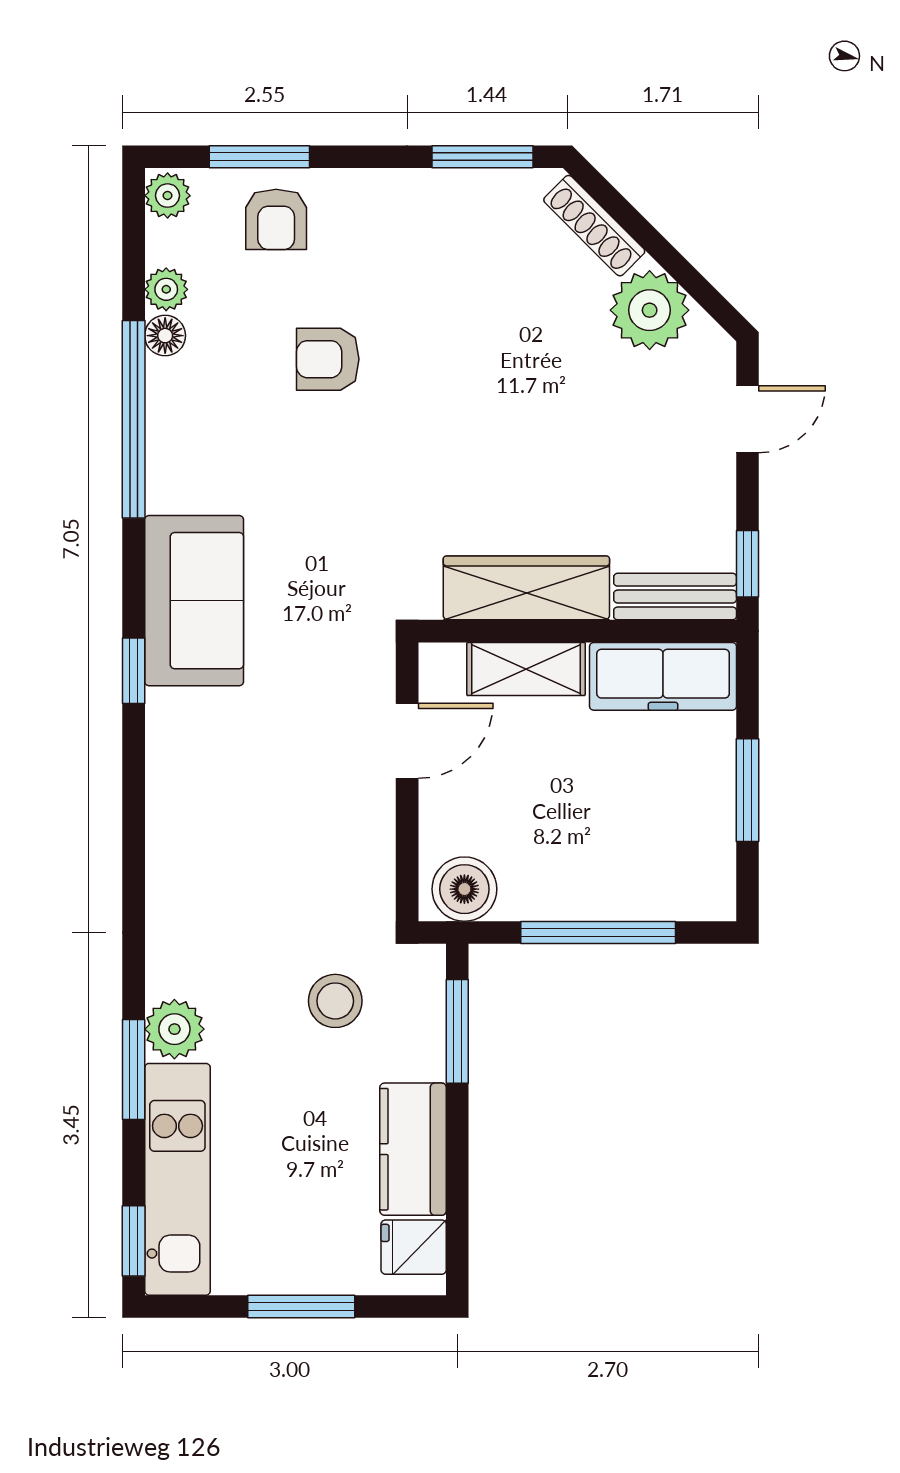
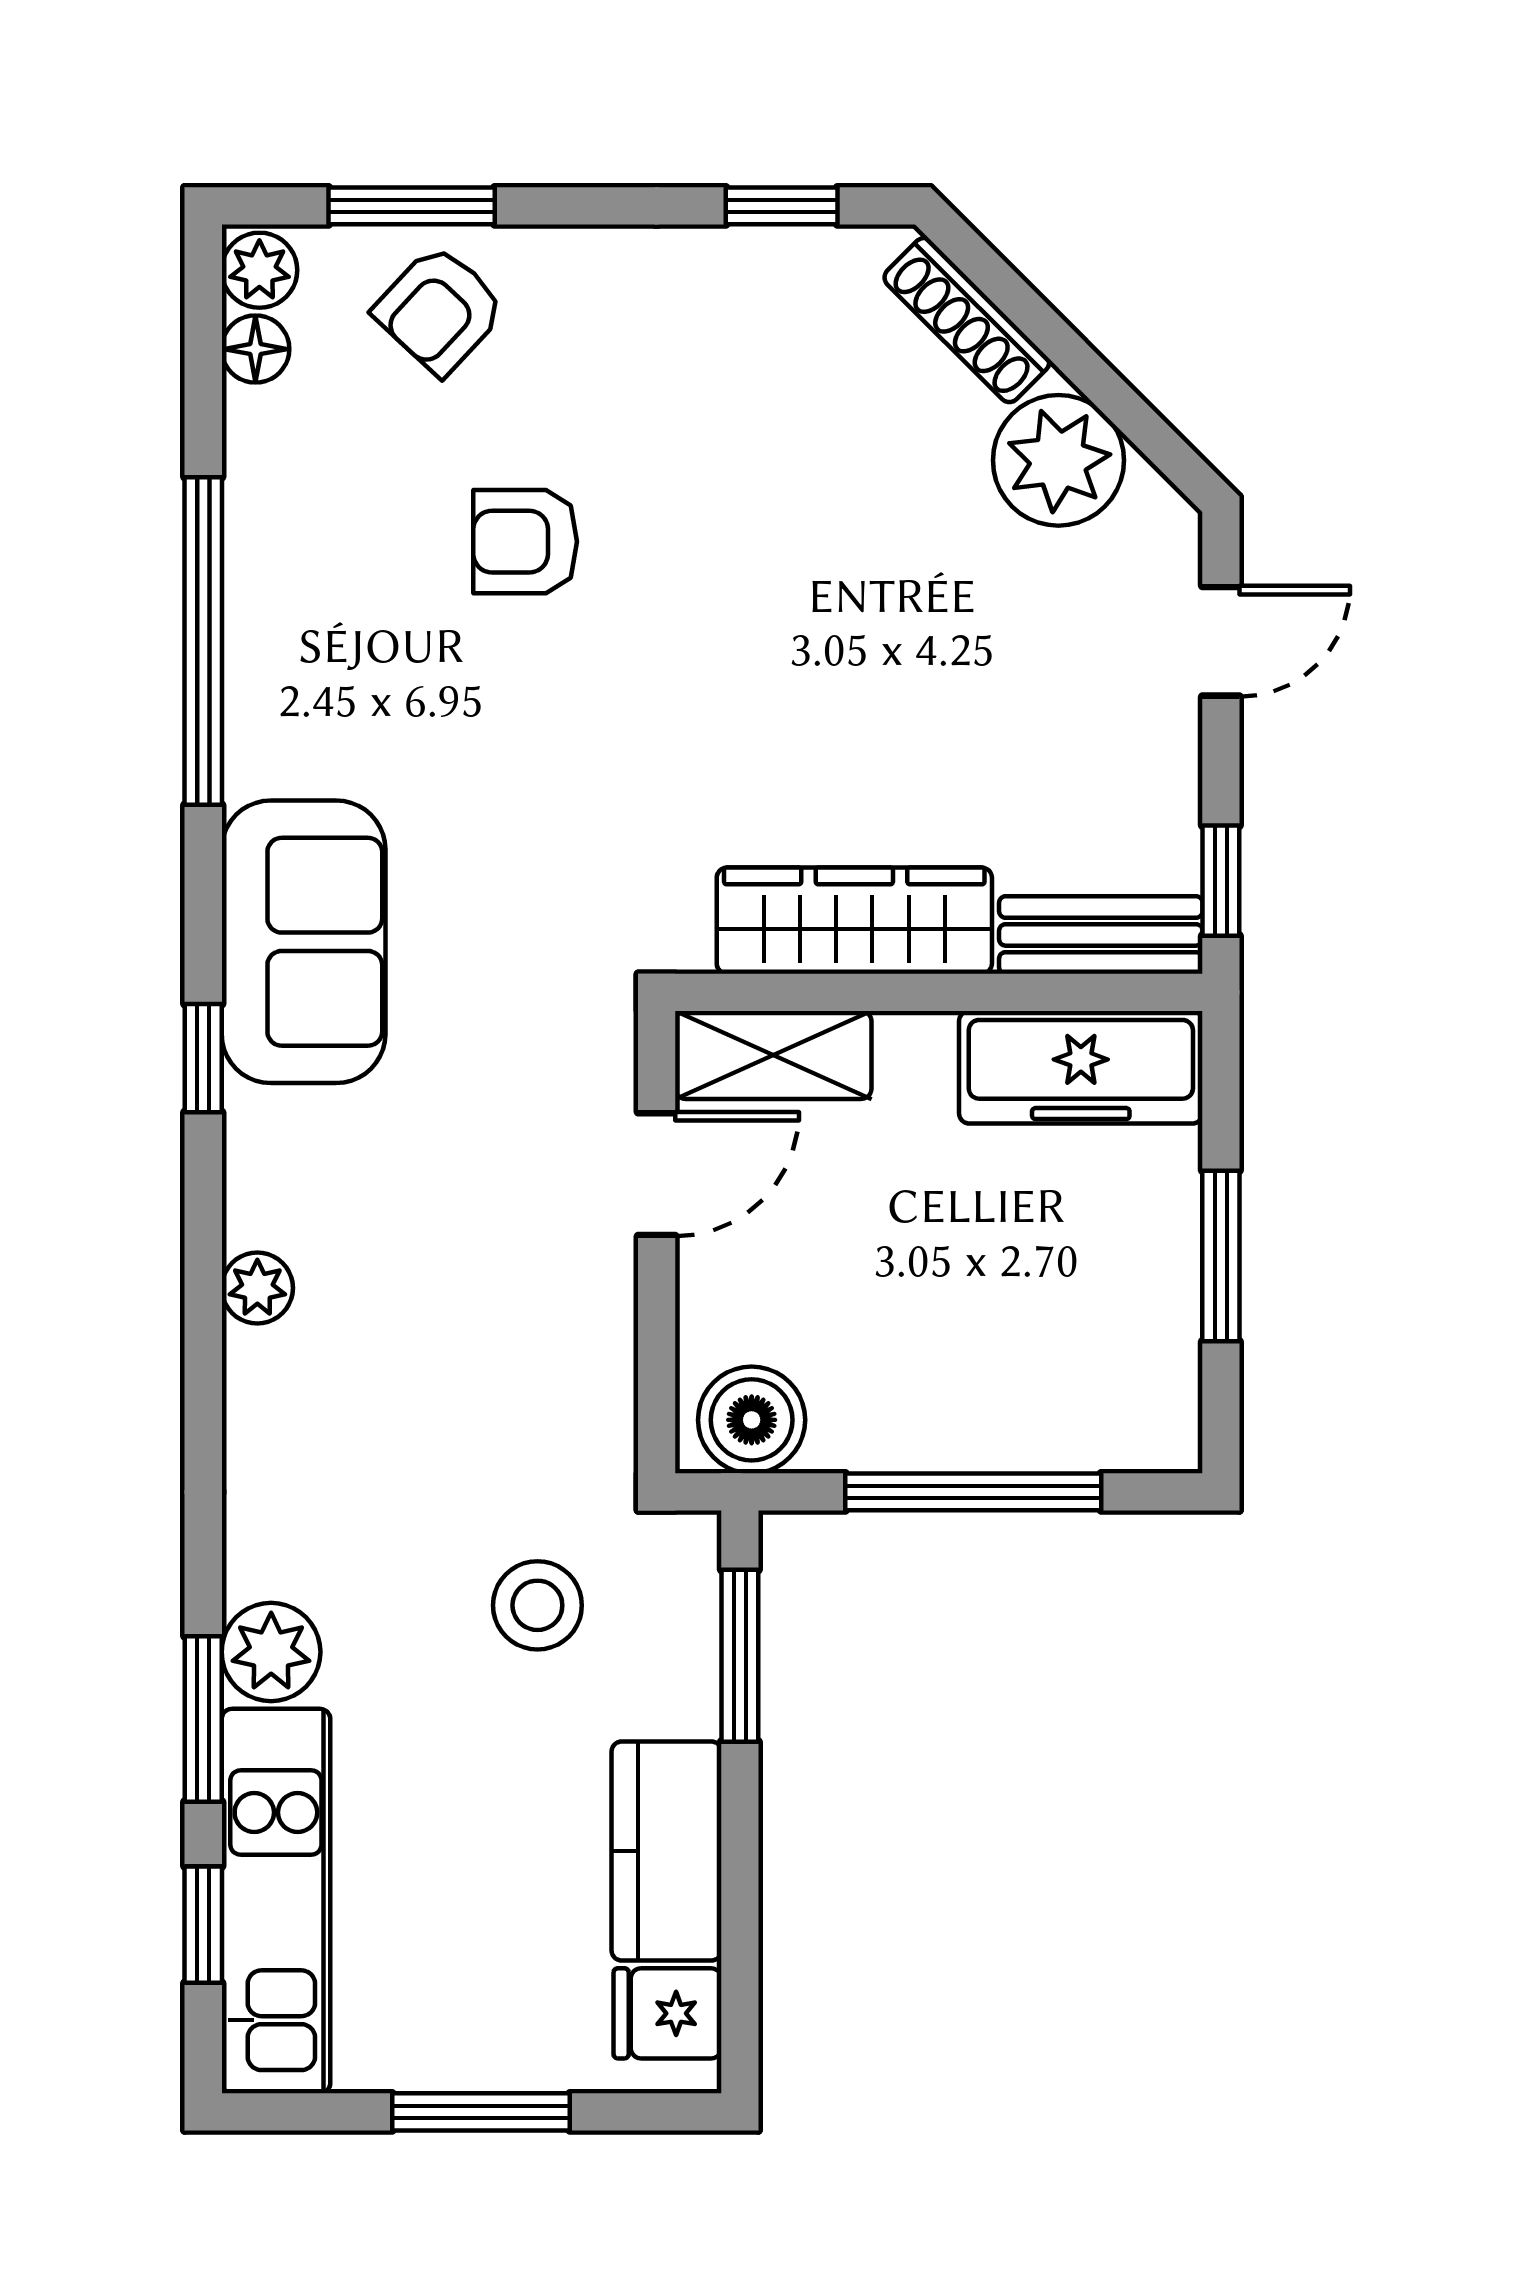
window: (483, 157) -> (782, 206), width x0.67
armchair: (276, 219) -> (440, 310), turned 43
plant: (166, 289) -> (257, 1288), moved
floor lamp: (165, 336) -> (255, 349), moved
shelving: (526, 669) -> (773, 1055), moved
window: (134, 1241) -> (203, 1925), moved

